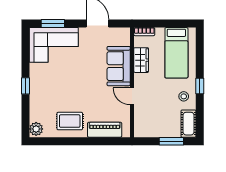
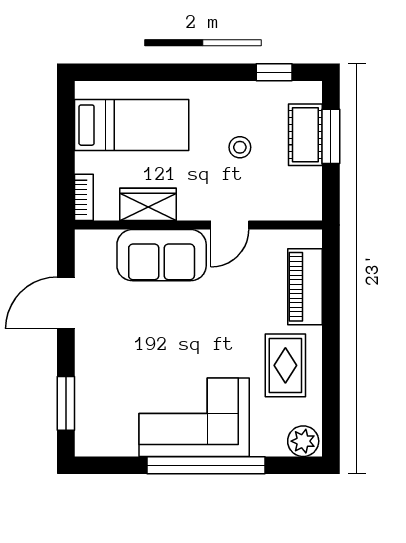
corner sofa: (54, 45) -> (194, 417), moved, turned -90
window: (25, 86) -> (206, 465), width x3.17
window: (200, 86) -> (274, 72), moved
stool: (184, 96) -> (240, 147), moved
cot: (189, 124) -> (305, 135), moved, turned 90

